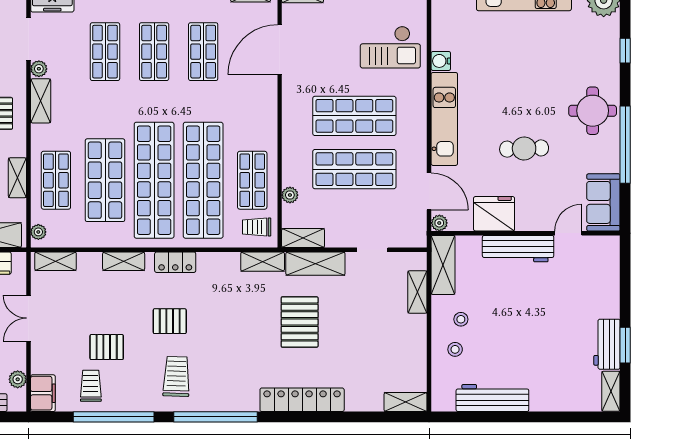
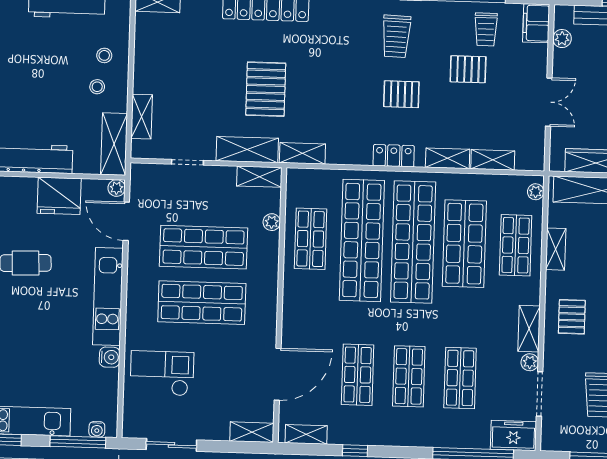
trolley: (257, 227) -> (307, 190), removed
shelving: (56, 261) -> (493, 160), moved

